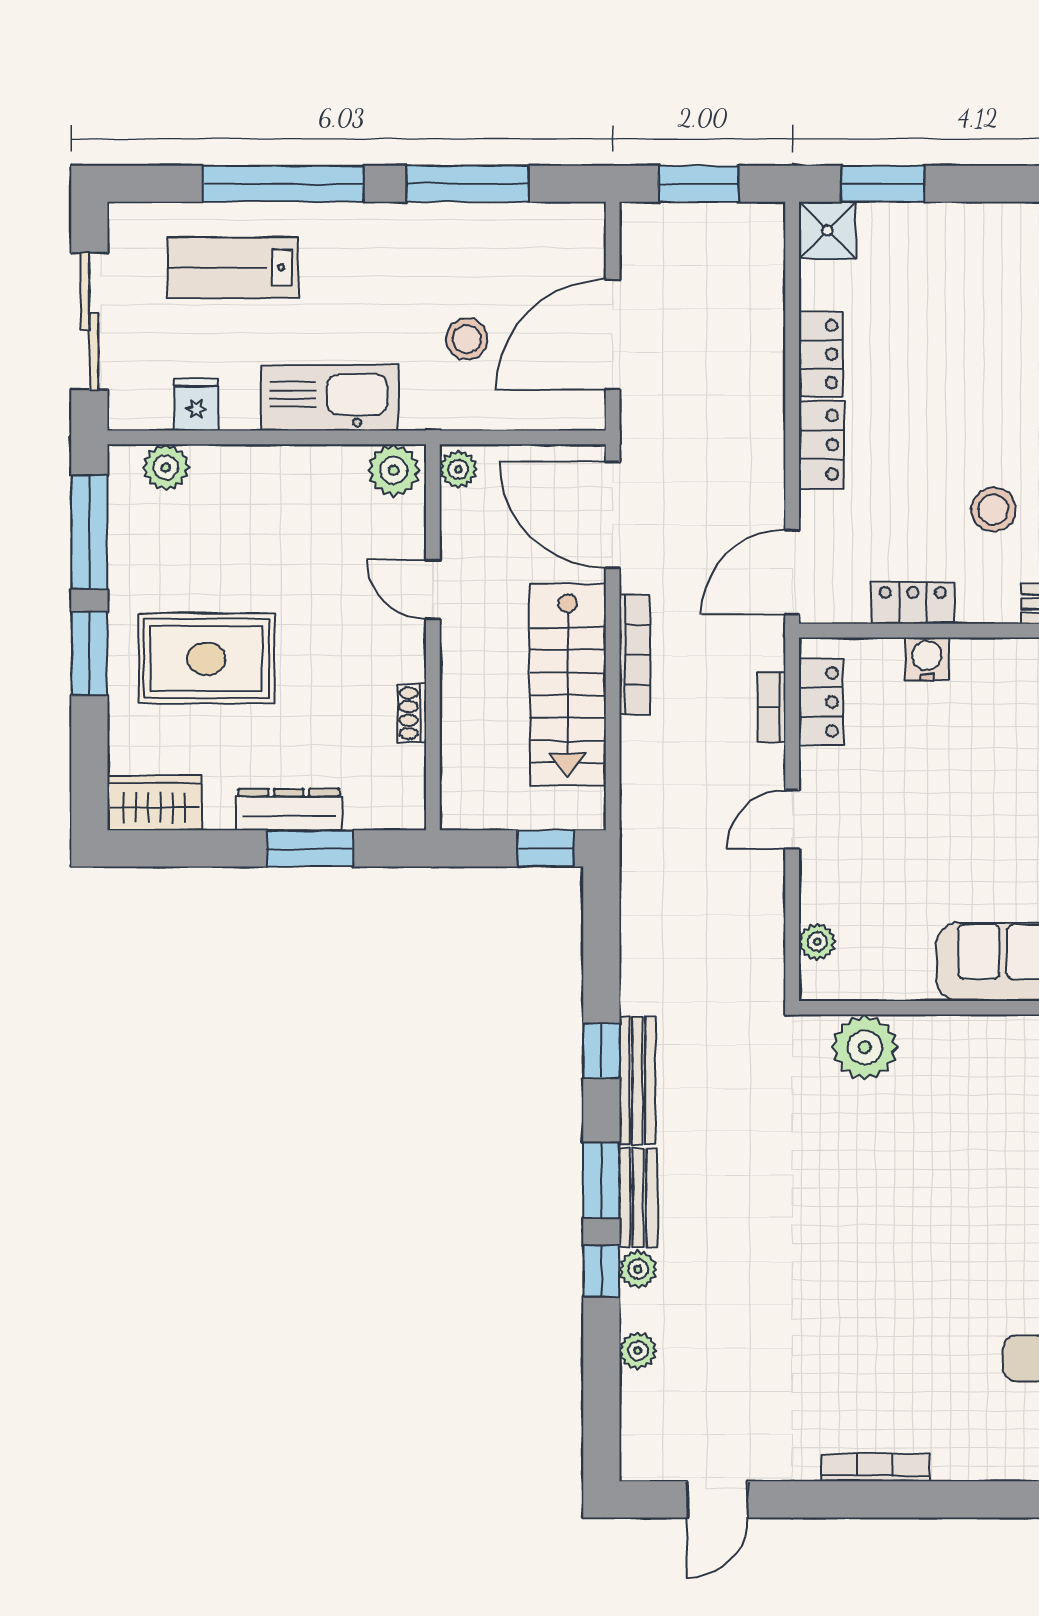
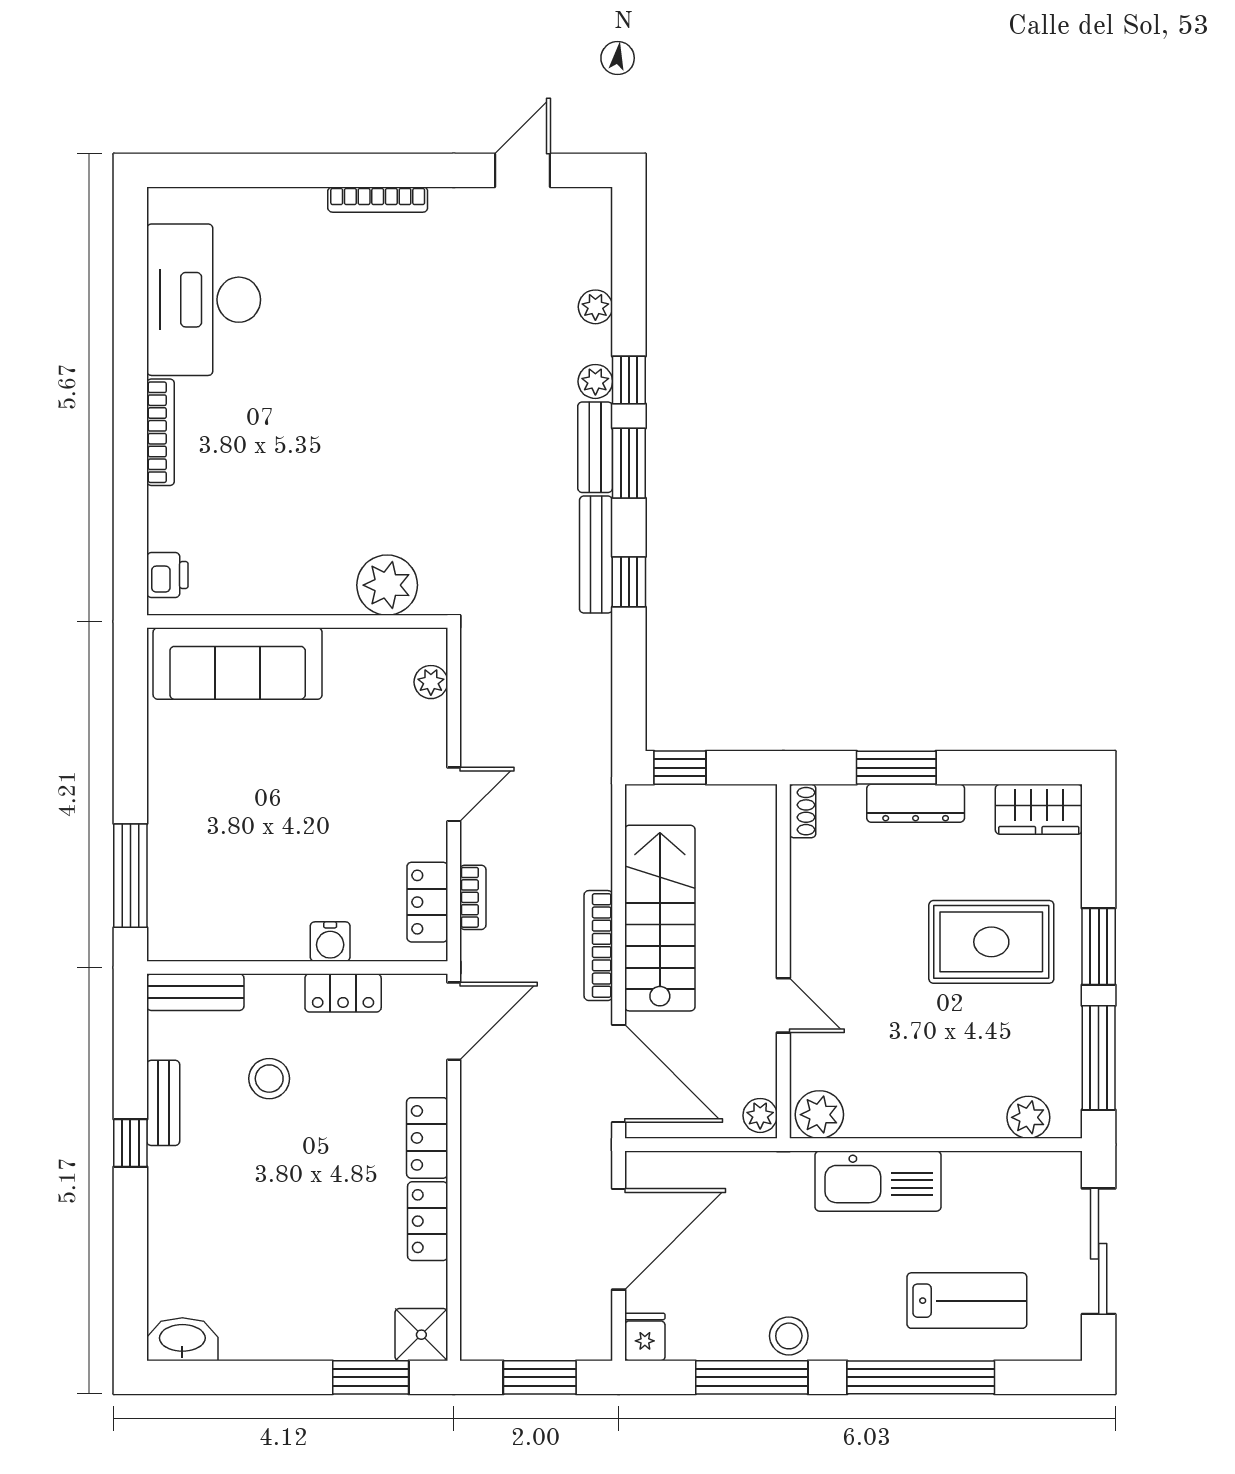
stool: (467, 339) -> (789, 1336), moved
fridge: (196, 405) -> (645, 1337), moved, turned 180
shoe rack: (412, 713) -> (803, 811), moved

